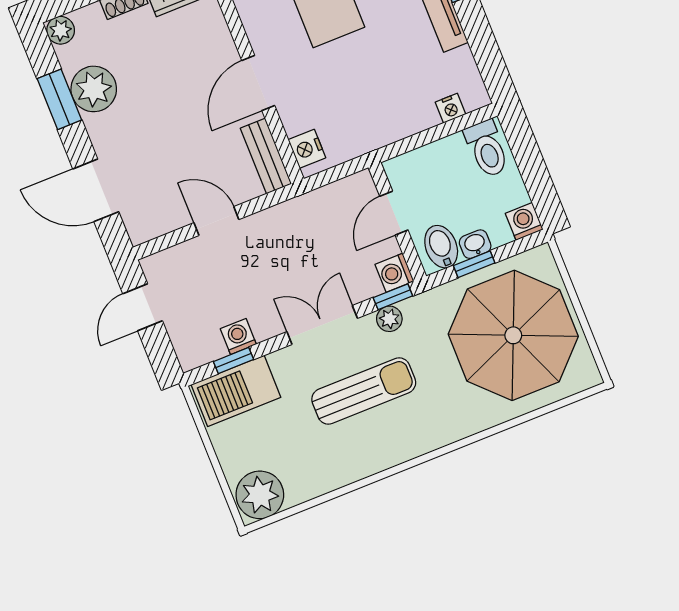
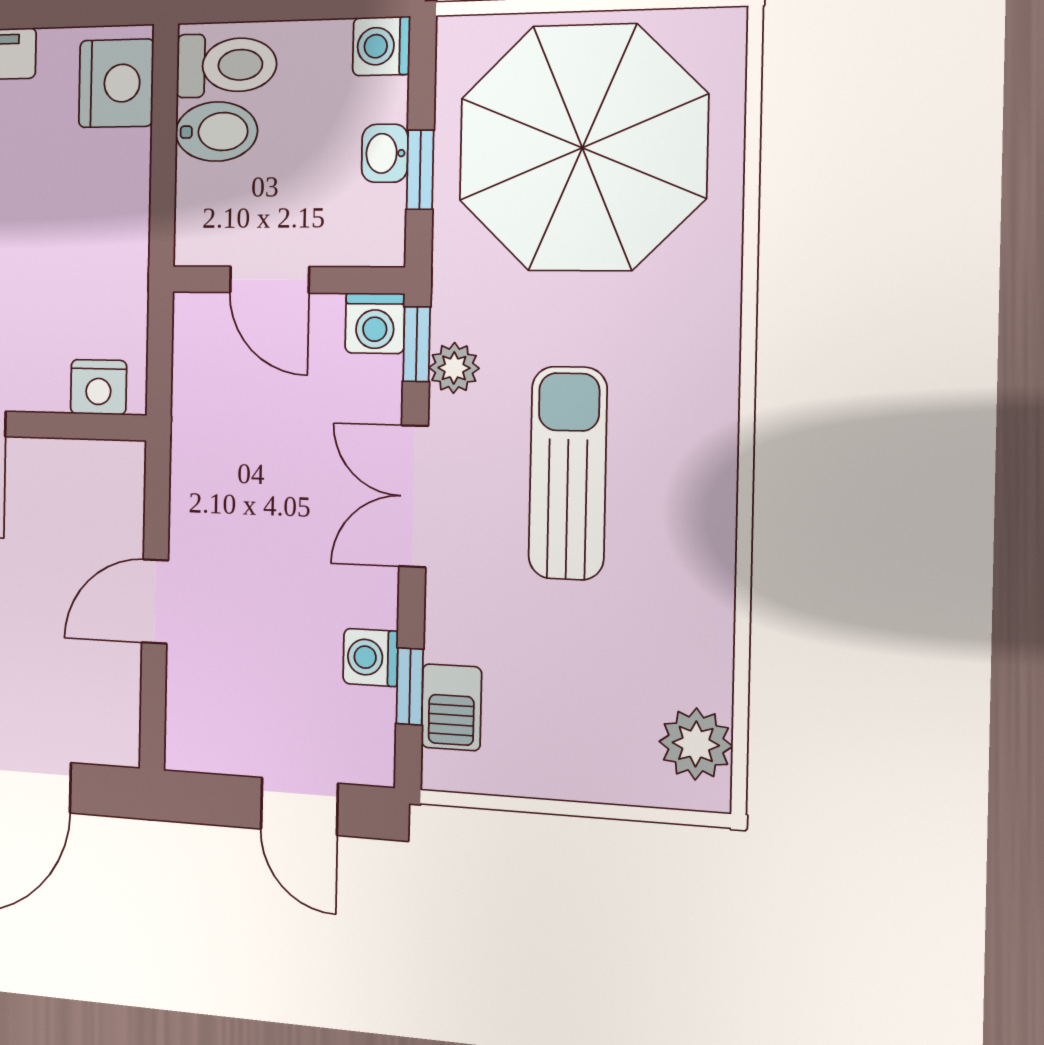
nightstand: (450, 108) -> (116, 83), width x1.89, depth x1.79
bench: (266, 156) -> (82, 464), removed
bidet: (441, 247) -> (216, 132), moved, turned 180
door: (143, 307) -> (299, 806), moved
barbecue: (236, 391) -> (451, 707), width x0.53, depth x0.65
plant: (260, 495) -> (696, 744), width x0.73, depth x0.73

